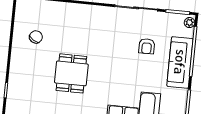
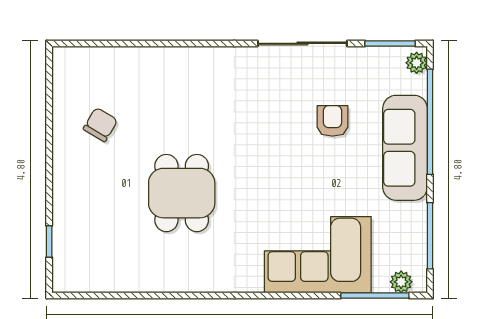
armchair: (147, 46) -> (332, 121), turned 180

